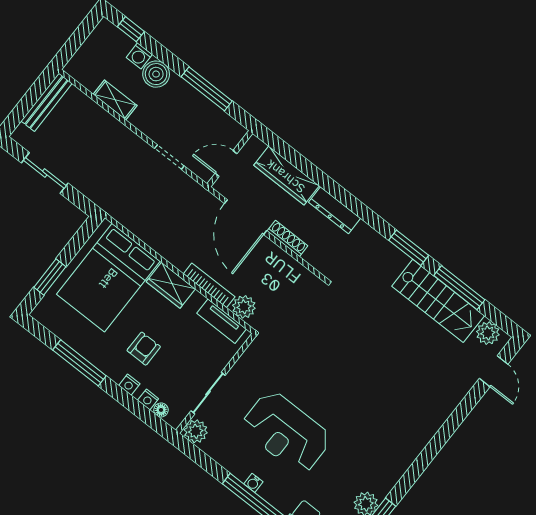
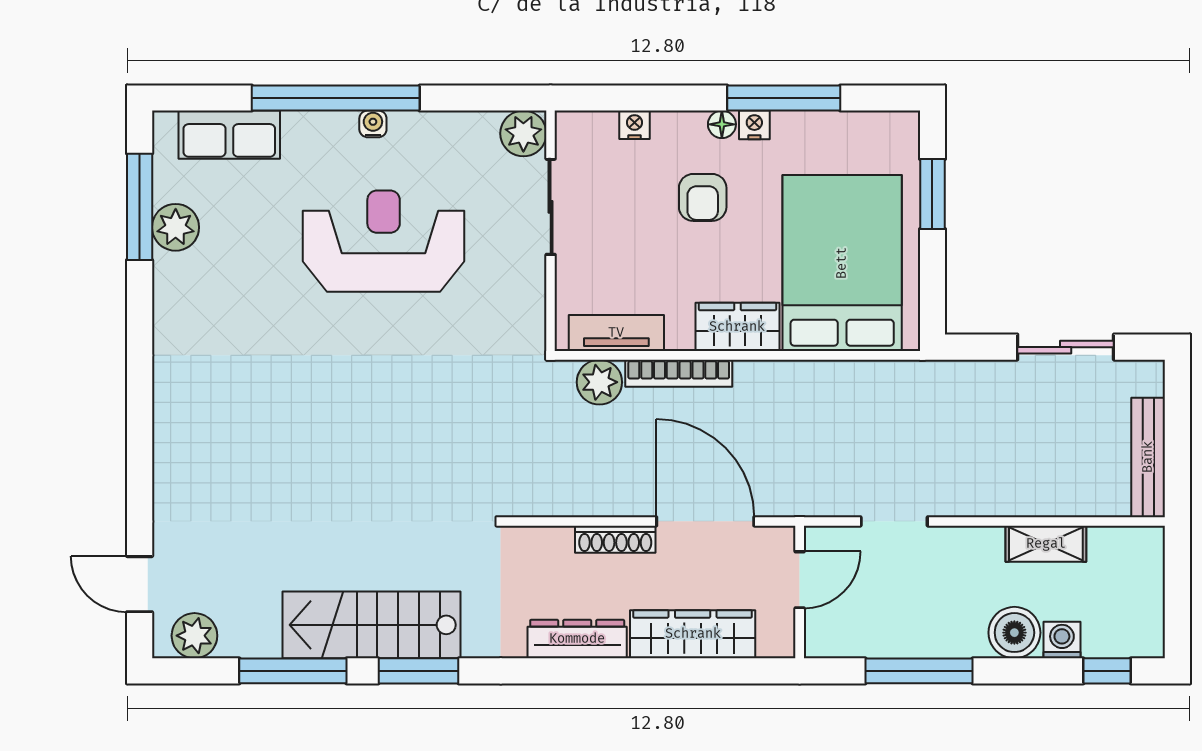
stairs: (438, 301) -> (371, 625), moved
nightstand: (129, 385) -> (754, 125), moved
floor lamp: (161, 410) -> (722, 124), moved

